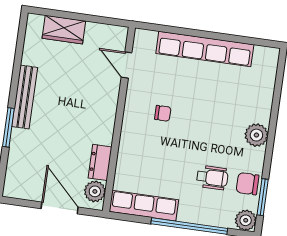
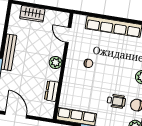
plant: (95, 191) -> (56, 63), moved
door: (60, 208) -> (16, 115), moved

